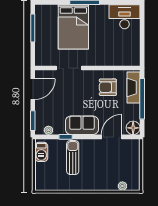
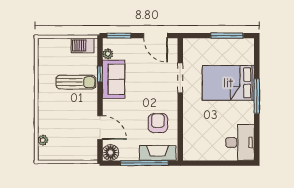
sofa: (82, 125) -> (114, 79), moved

